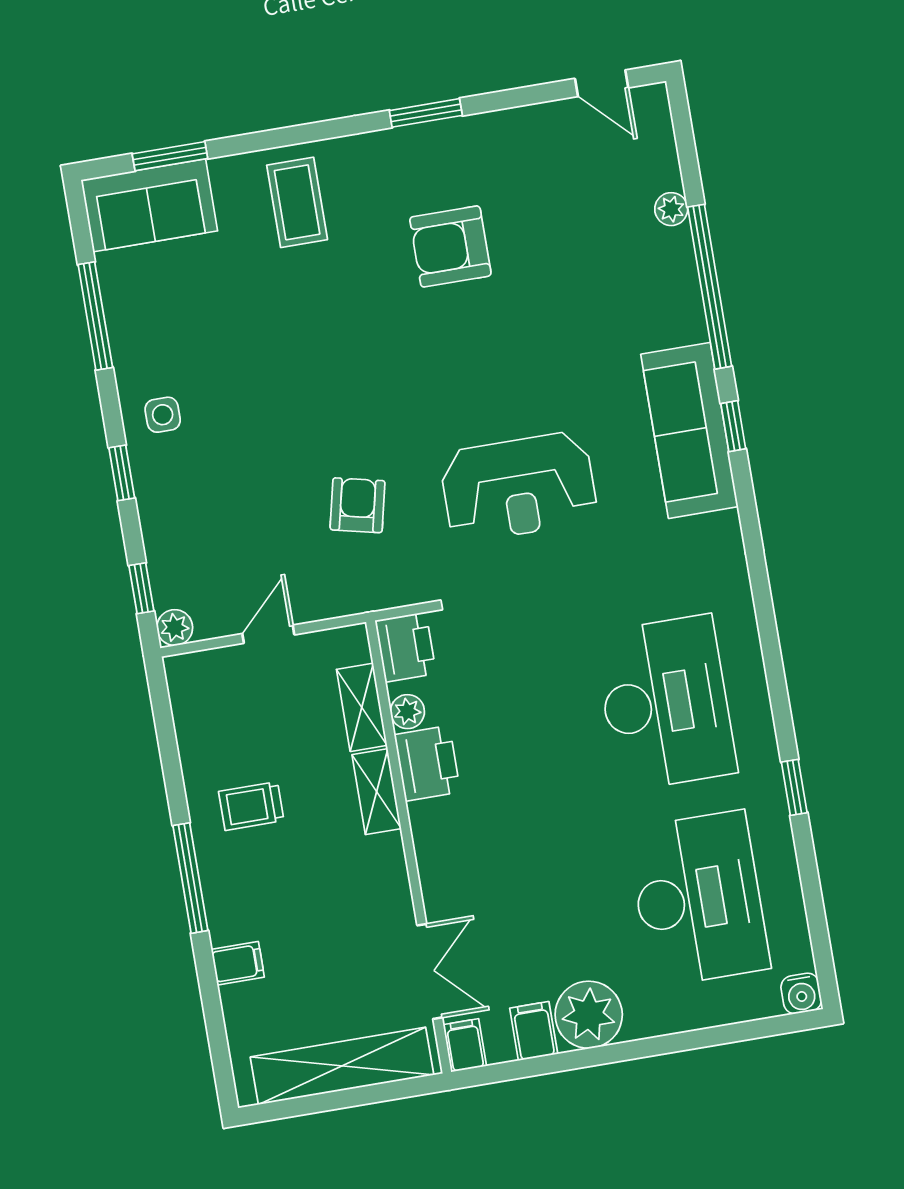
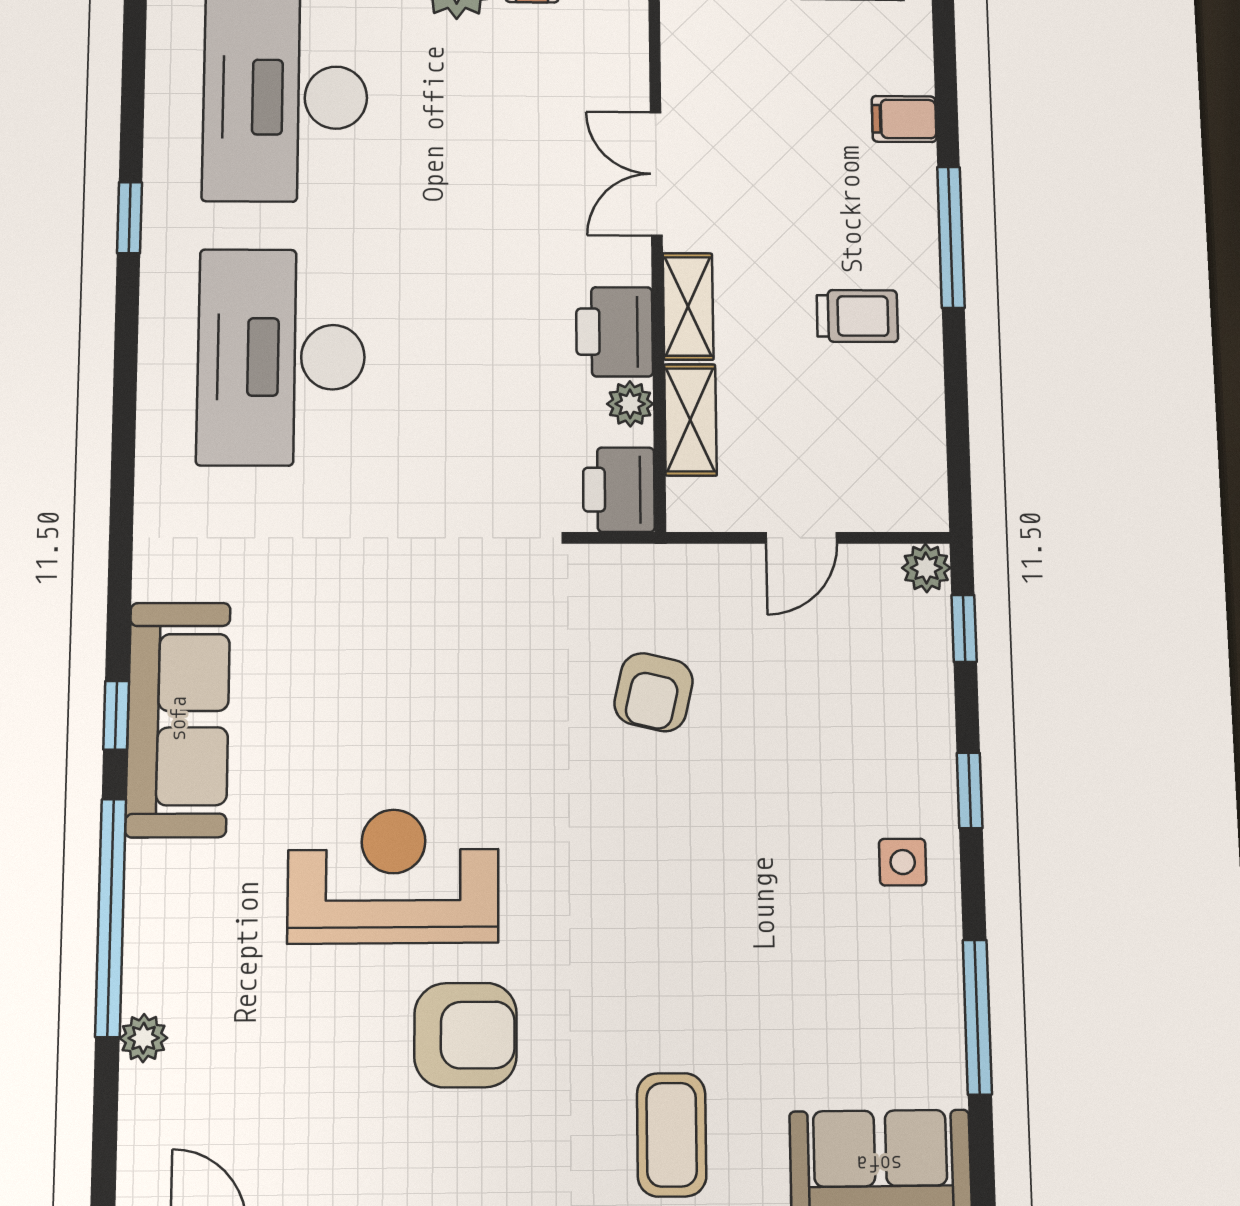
reception desk: (519, 487) -> (393, 876), moved
double door: (430, 971) -> (656, 174), moved

